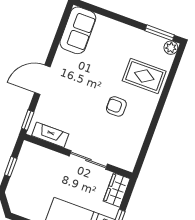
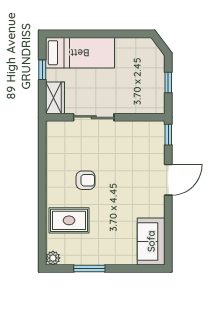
window: (160, 33) -> (89, 269), moved
fireplace: (50, 135) -> (141, 128), removed

